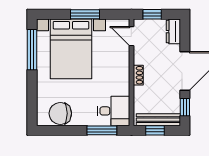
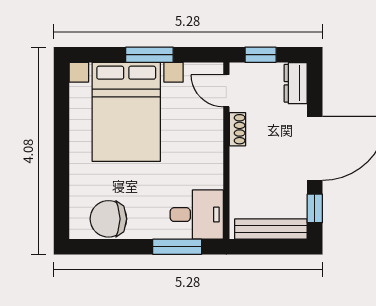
window: (32, 50) -> (62, 113), removed
shoe rack: (138, 75) -> (237, 129), moved
window: (155, 130) -> (265, 247), removed

